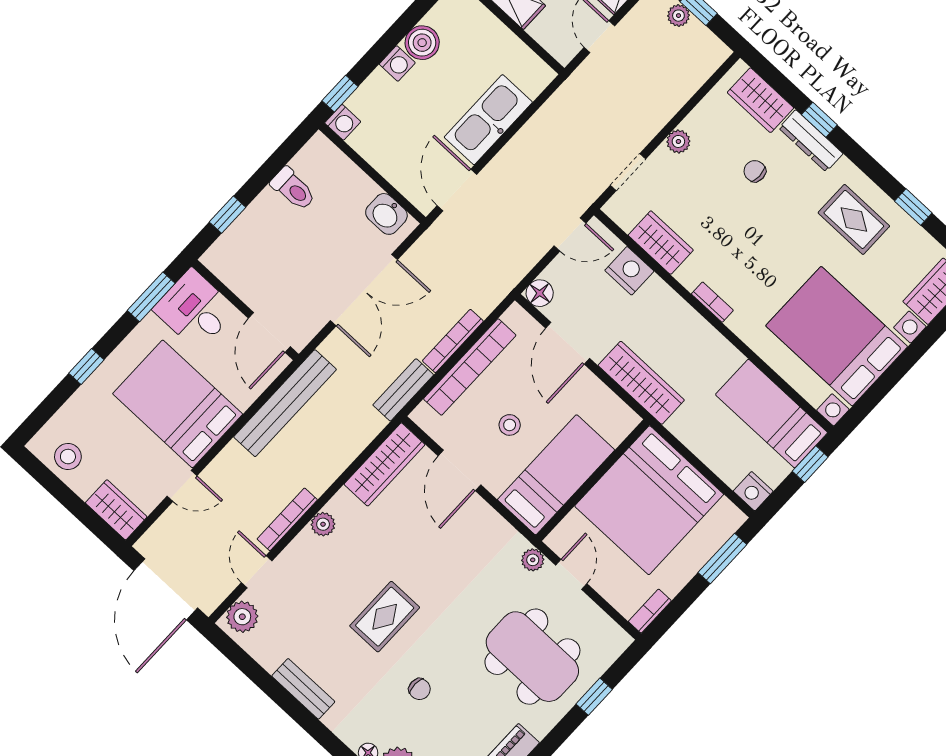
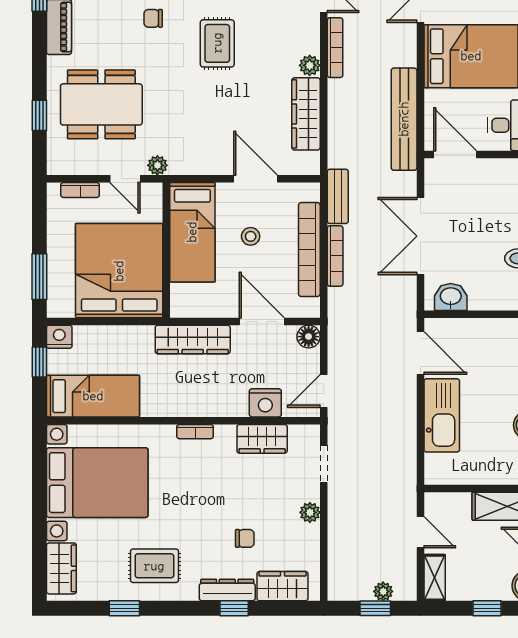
wardrobe: (384, 464) -> (306, 114), moved
window: (810, 464) -> (39, 362), moved
bookcase: (650, 611) -> (80, 190), moved, turned 90

